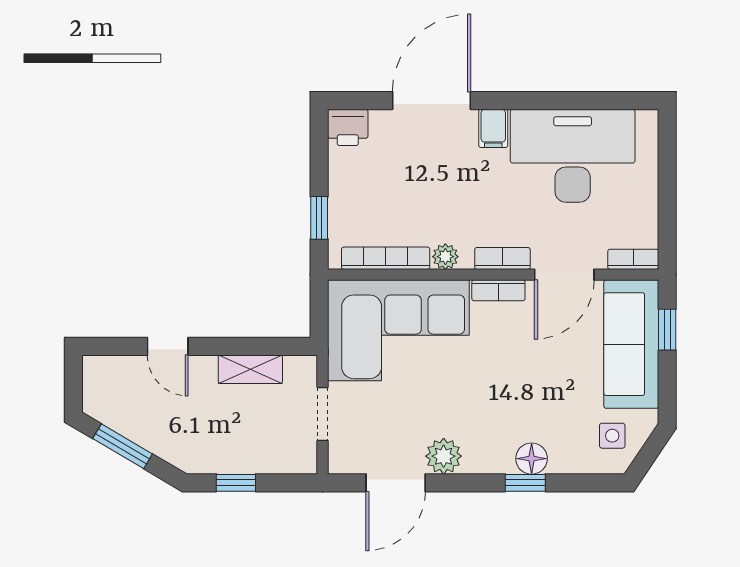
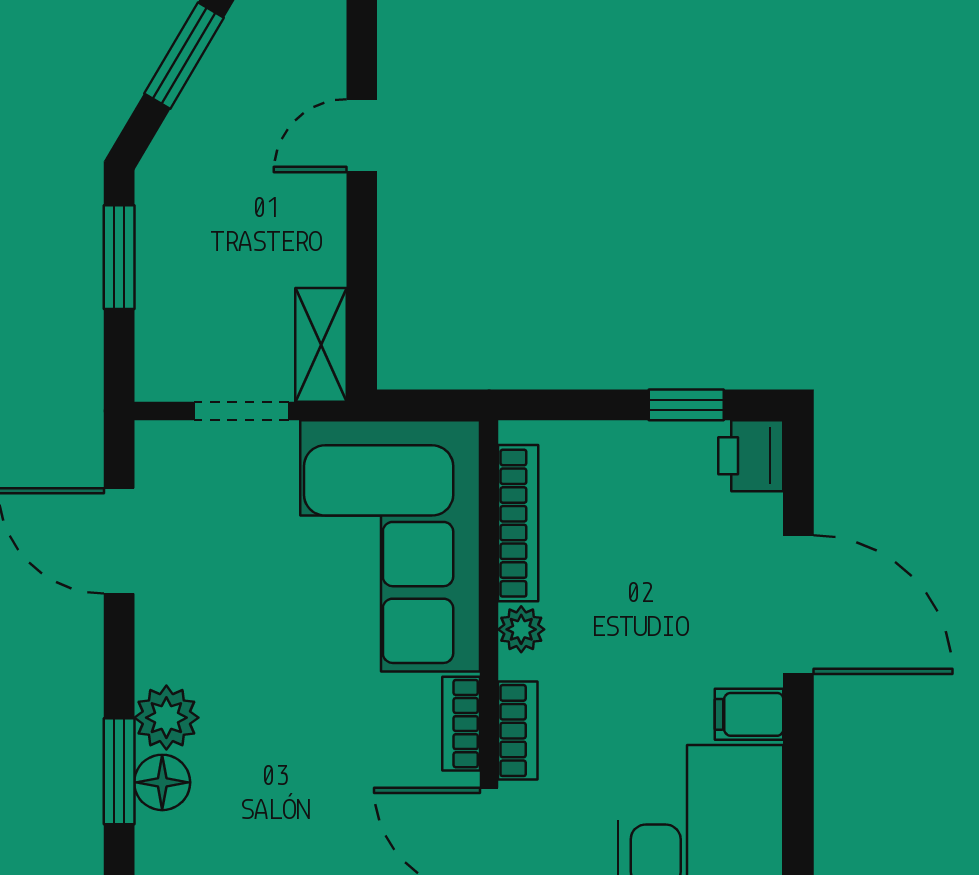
window: (319, 218) -> (686, 405), moved
shelving: (250, 369) -> (321, 345), moved
plant: (444, 456) -> (166, 718), moved
window: (236, 483) -> (119, 257), width x1.50
window: (525, 483) -> (119, 771), width x1.50

